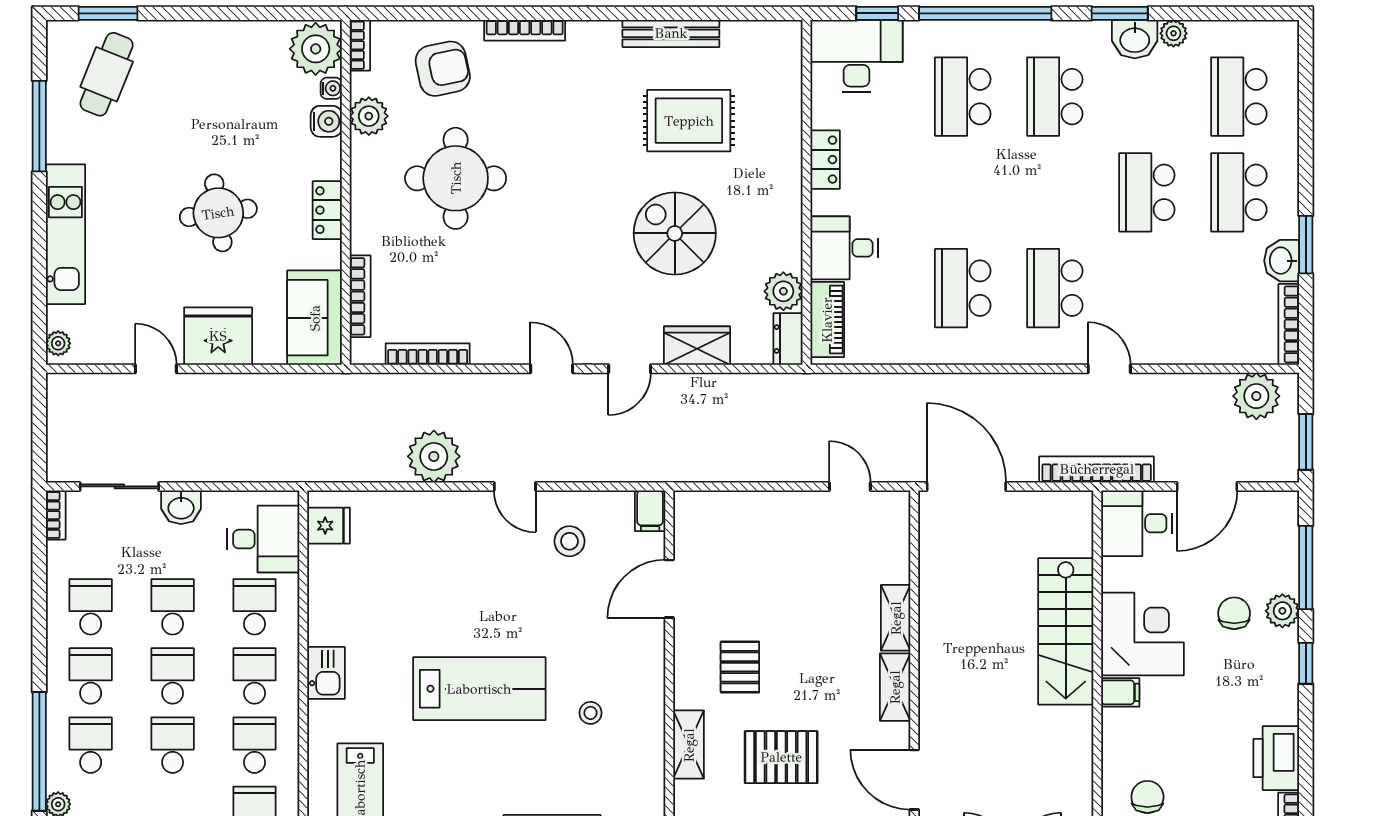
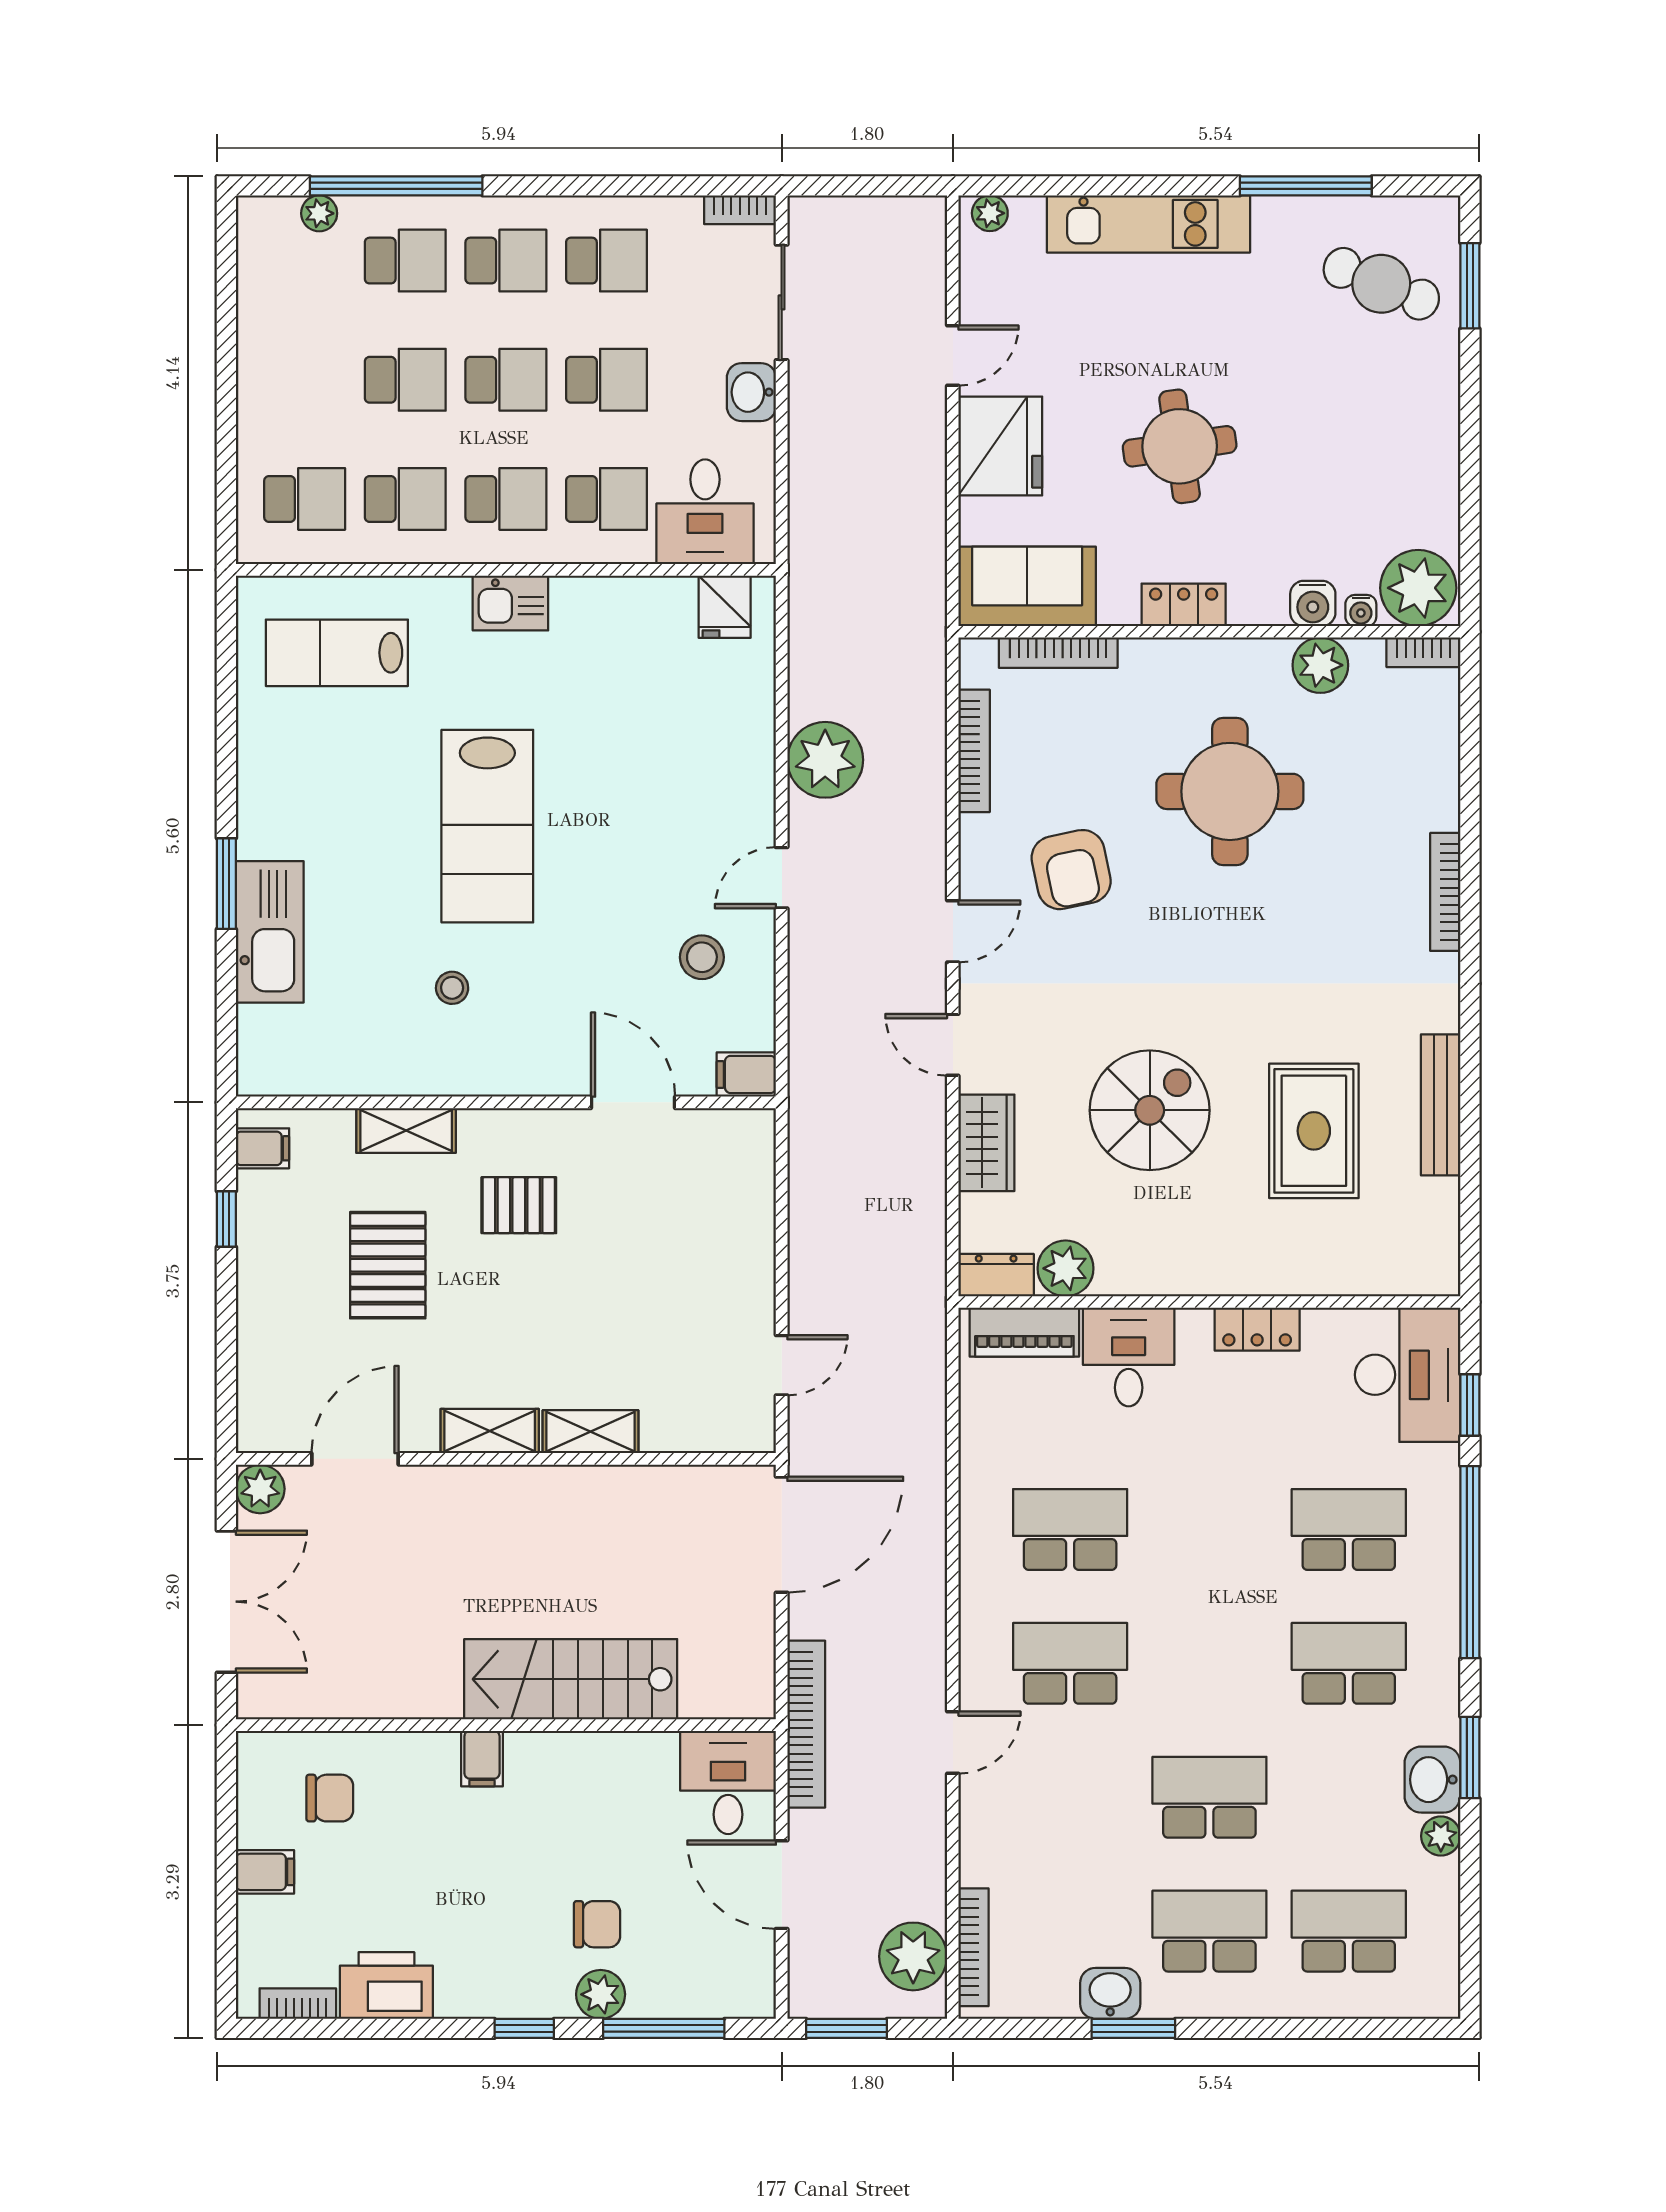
armchair: (443, 69) -> (1071, 870), moved
bookcase: (1289, 324) -> (974, 1947), moved, turned 90
corner desk: (1143, 634) -> (567, 1791), removed

